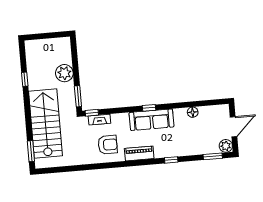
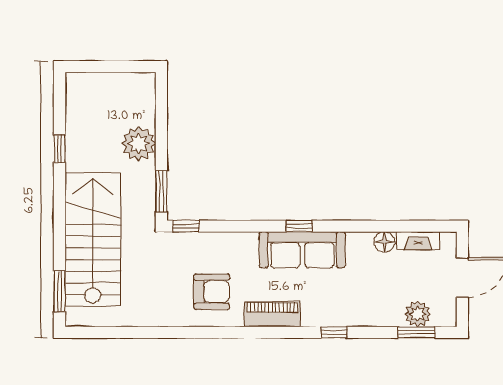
fireplace: (99, 120) -> (418, 241), moved
plant: (226, 146) -> (418, 314), moved

